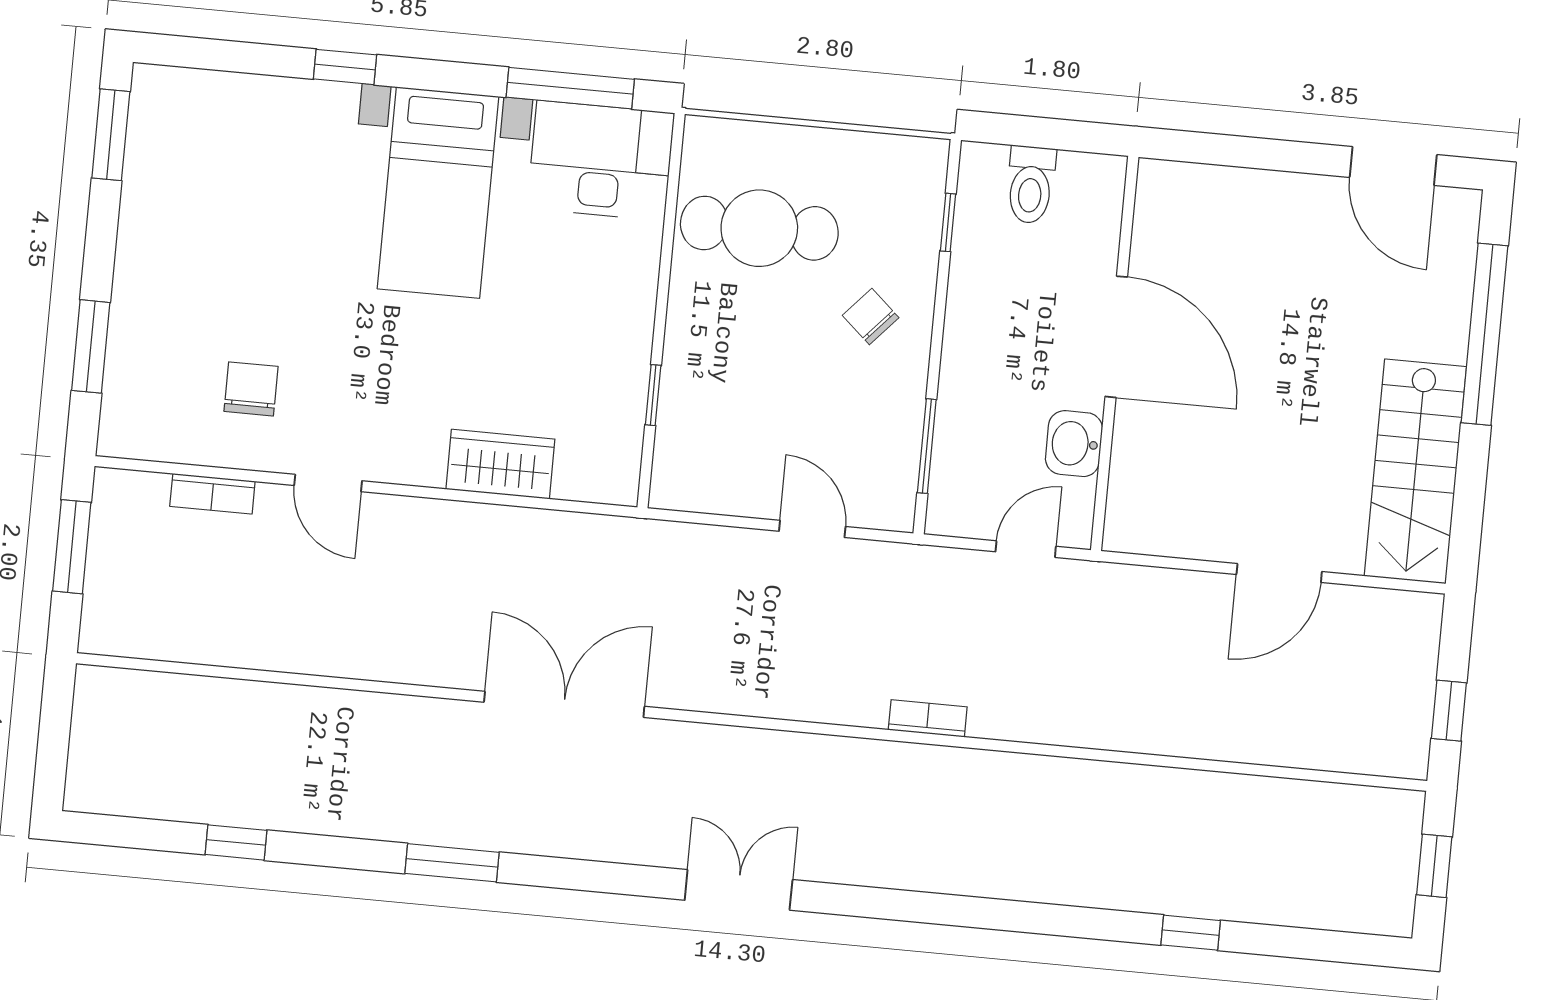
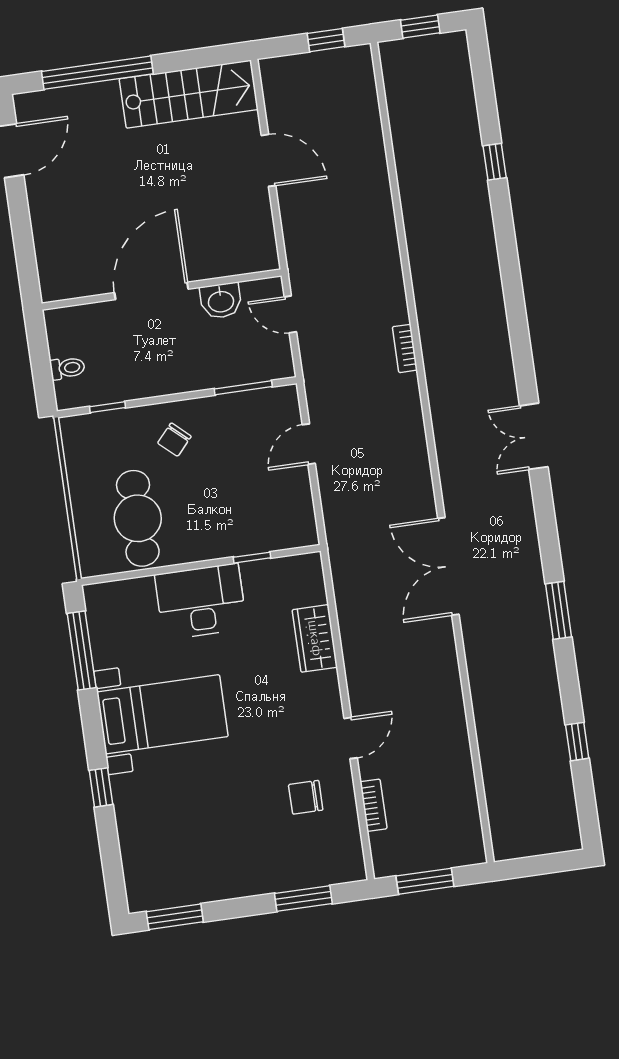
desk: (601, 161) -> (201, 601), moved, turned 90
toilet: (1031, 185) -> (67, 368), width x0.73, depth x0.72

